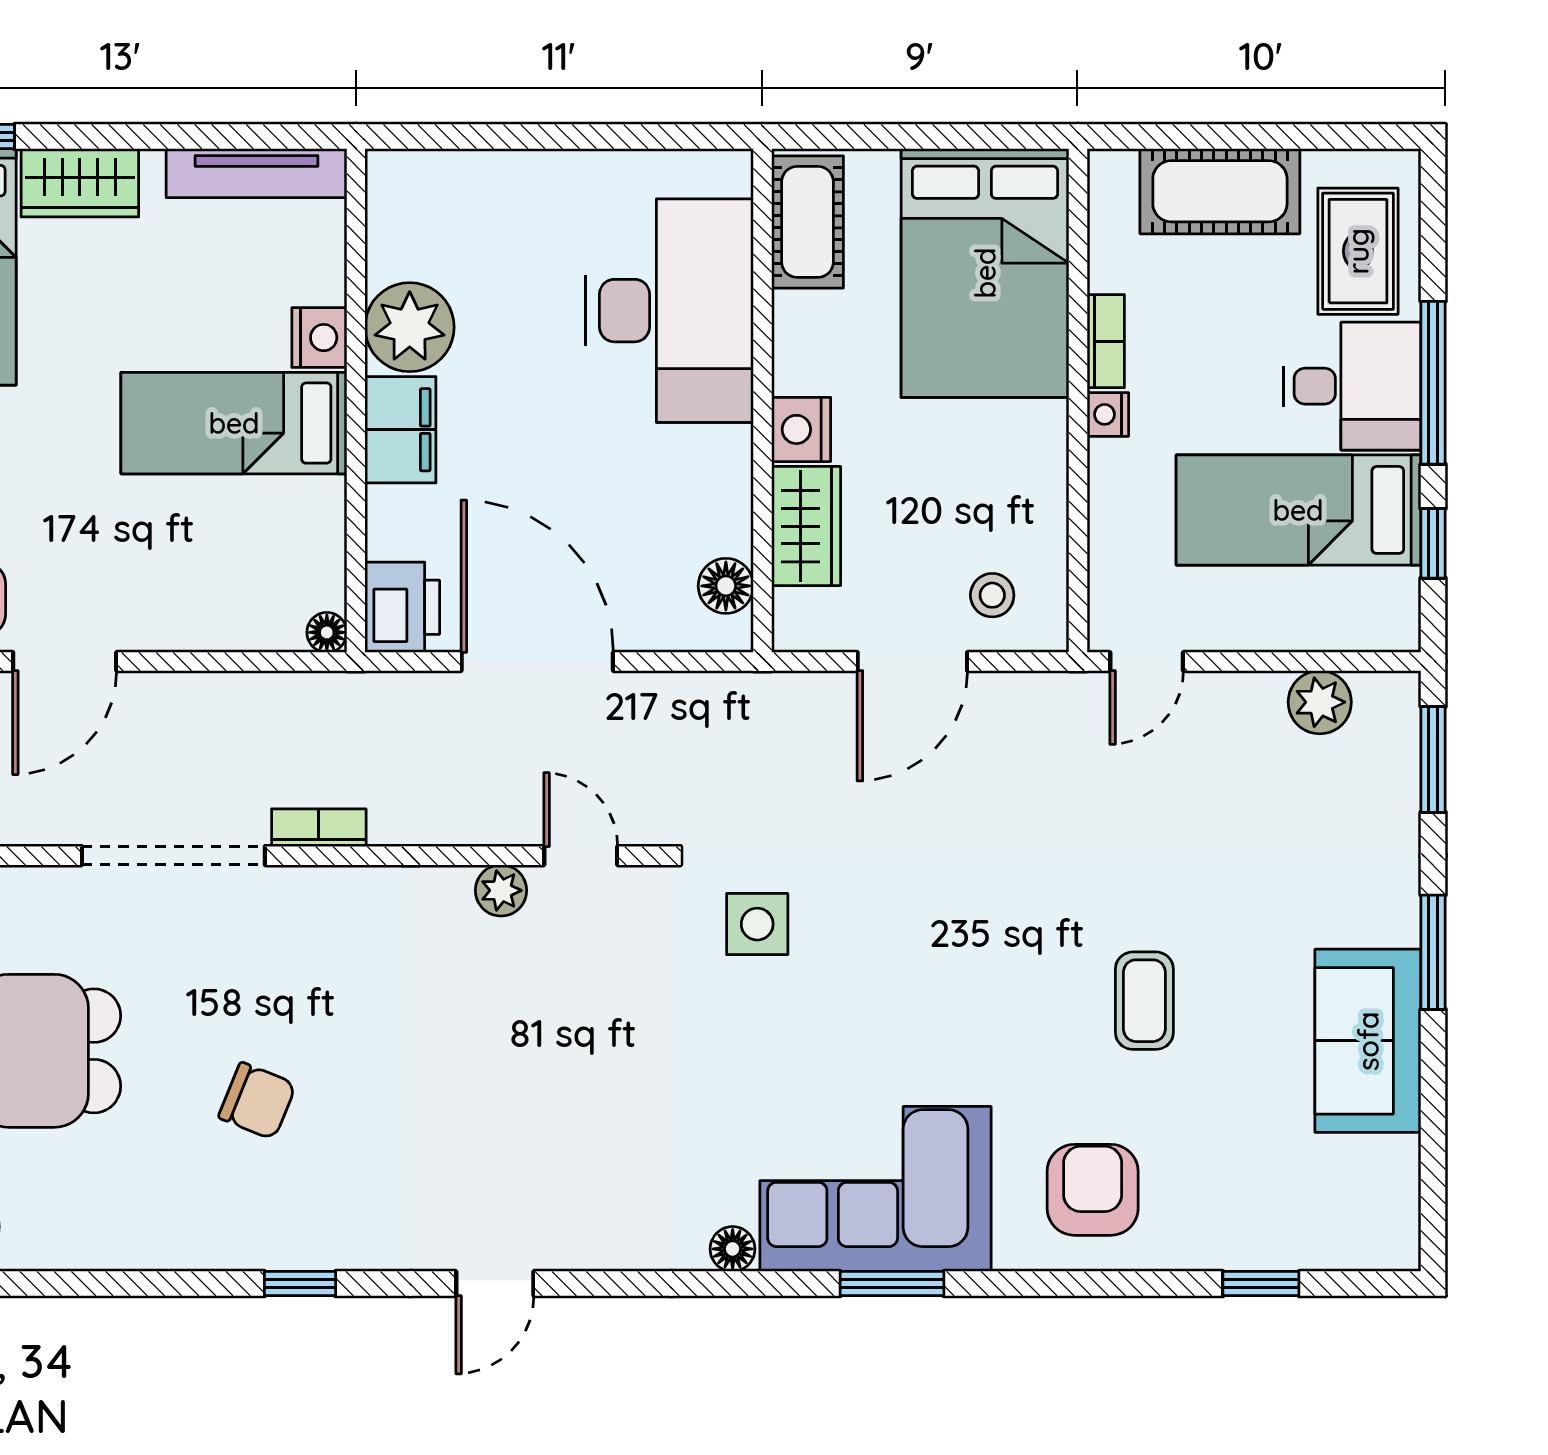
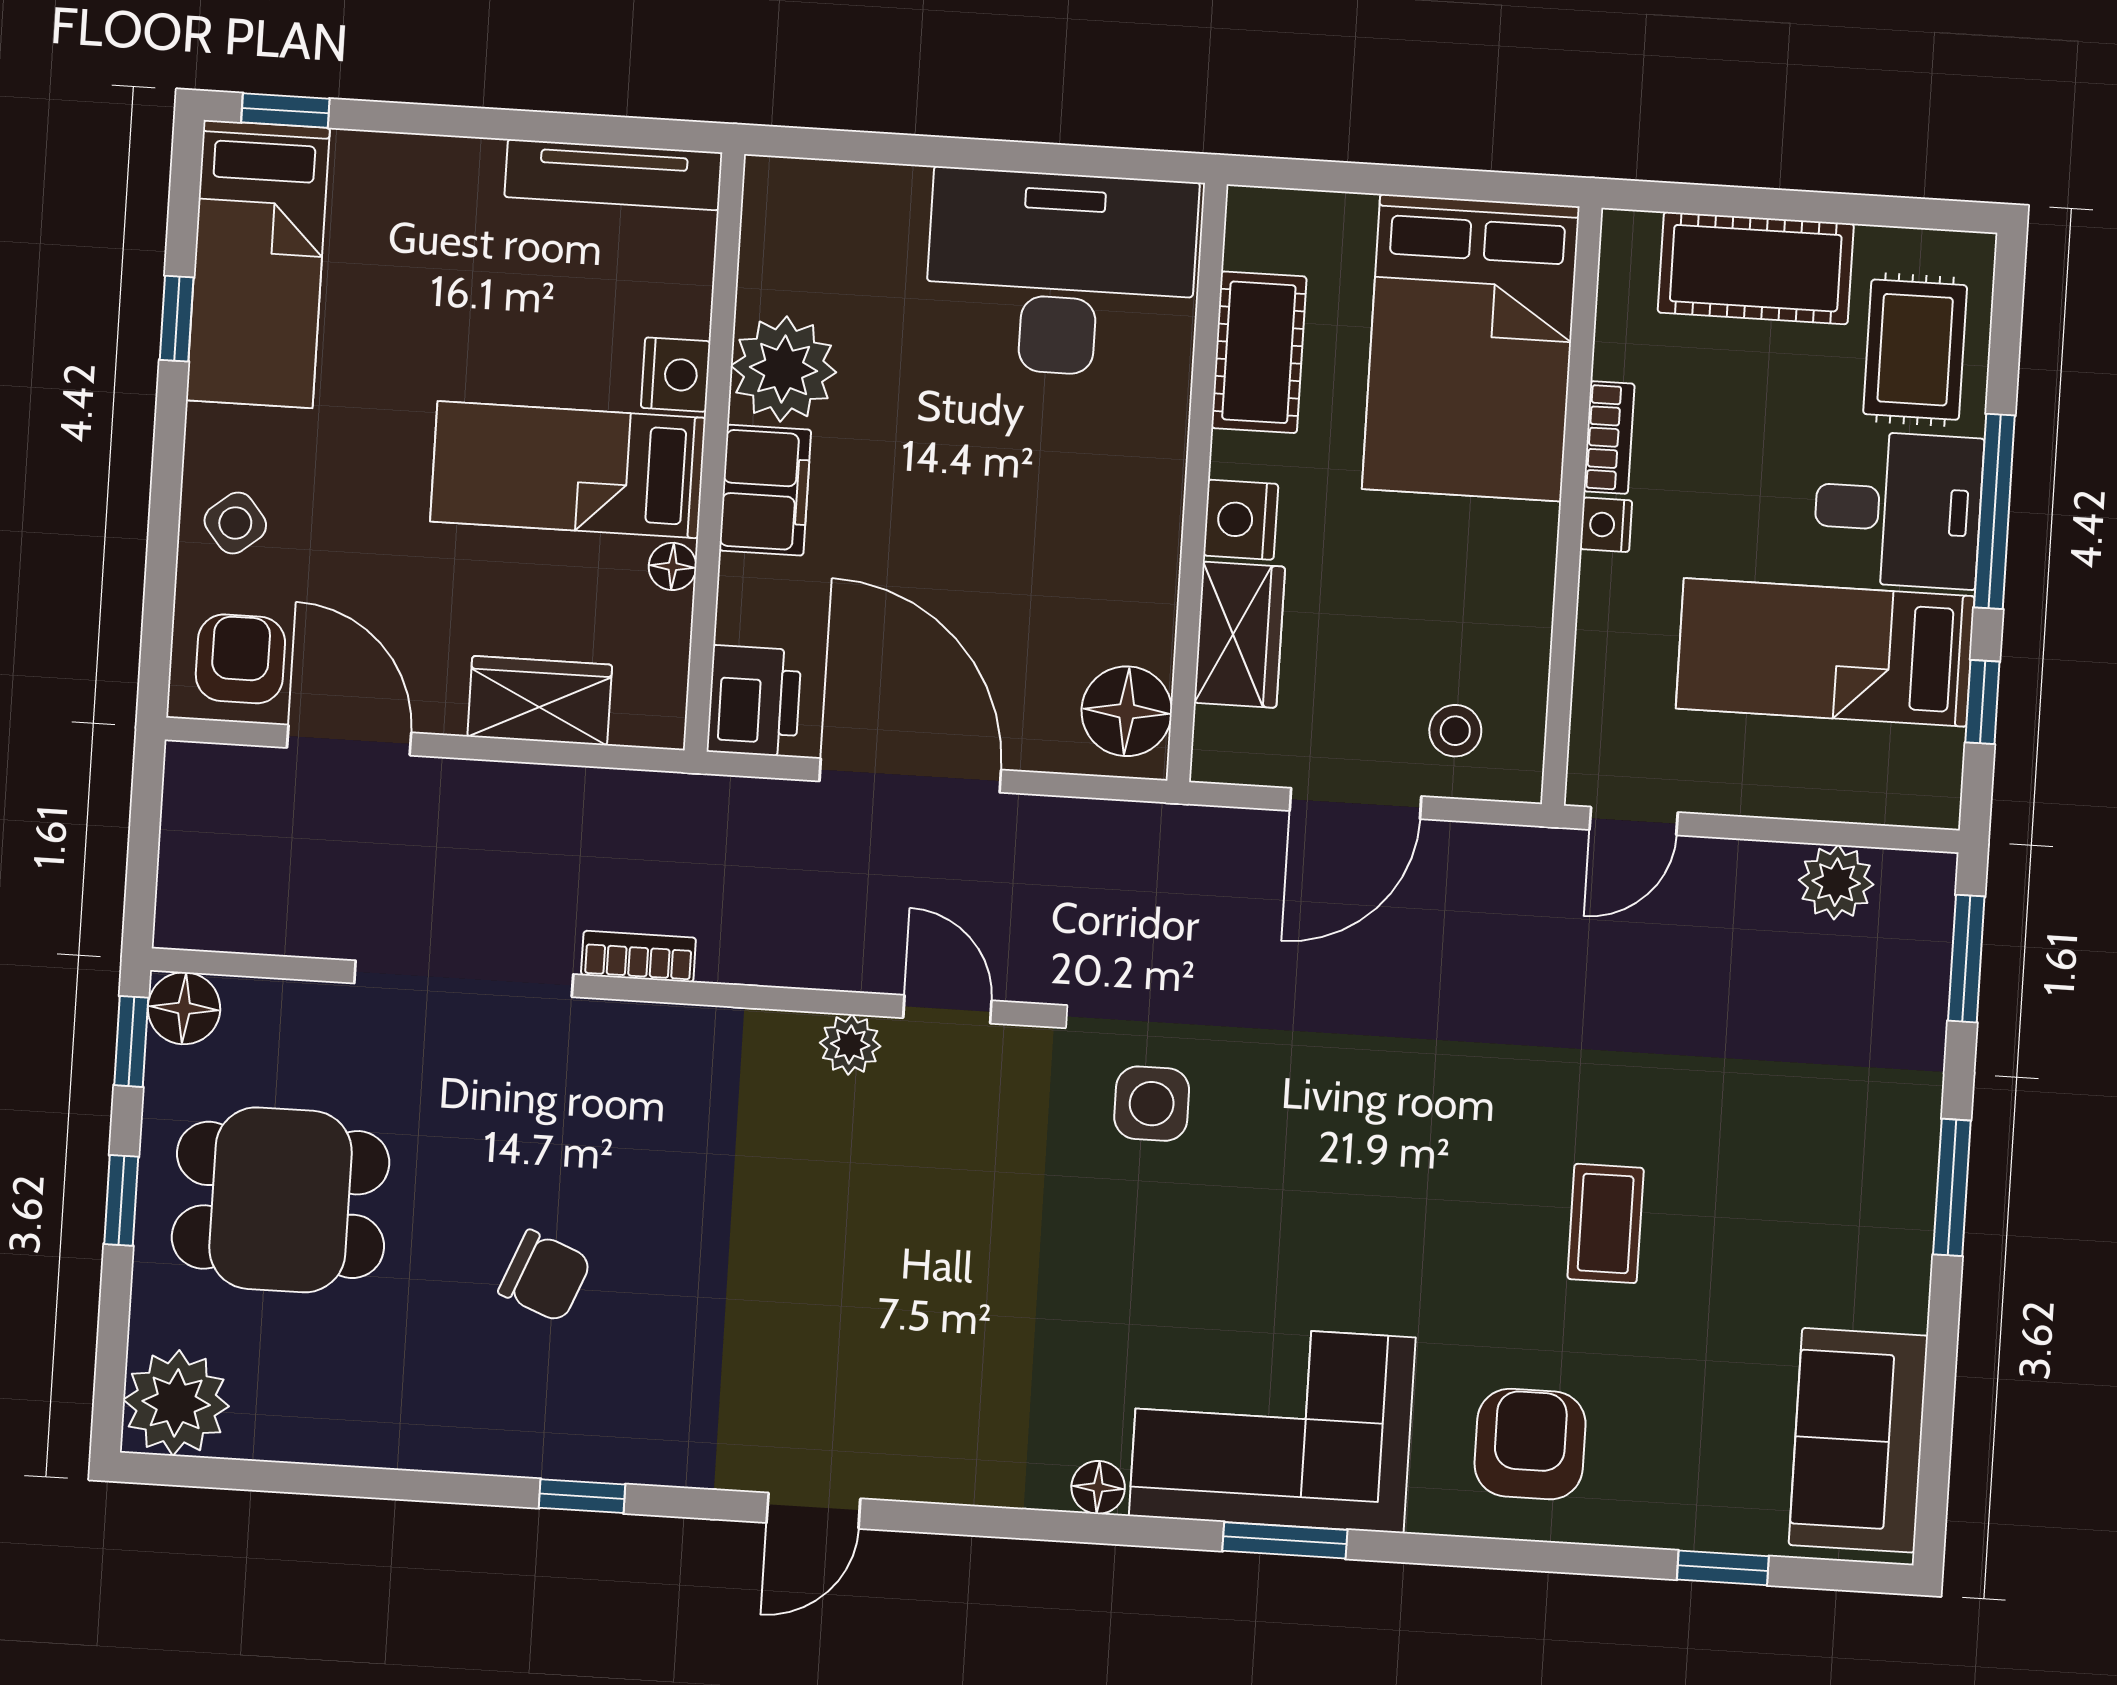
wardrobe: (80, 183) -> (540, 701), moved, turned 180
cot: (808, 222) -> (1259, 352), moved
desk: (670, 311) -> (1061, 273), moved, turned -90
floor lamp: (726, 586) -> (1127, 711), width x1.38, depth x1.38
floor lamp: (327, 632) -> (673, 566), moved
door: (65, 662) -> (349, 740), swing flipped
sofa: (1368, 1041) -> (1858, 1440), moved

